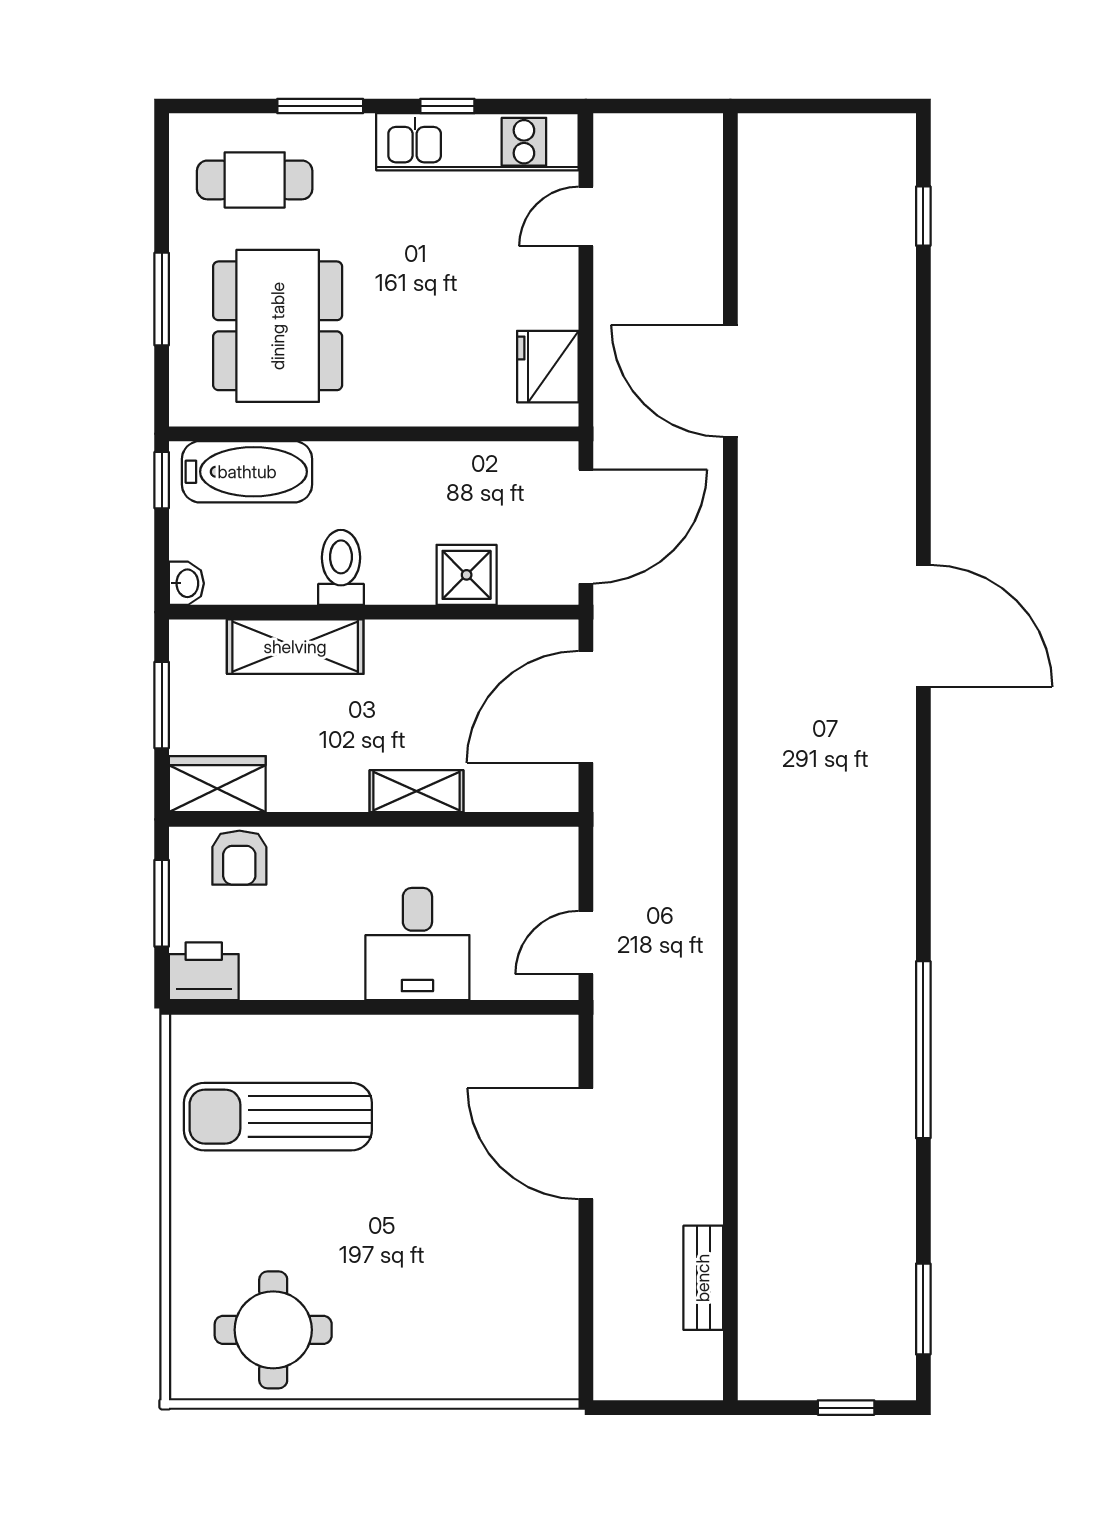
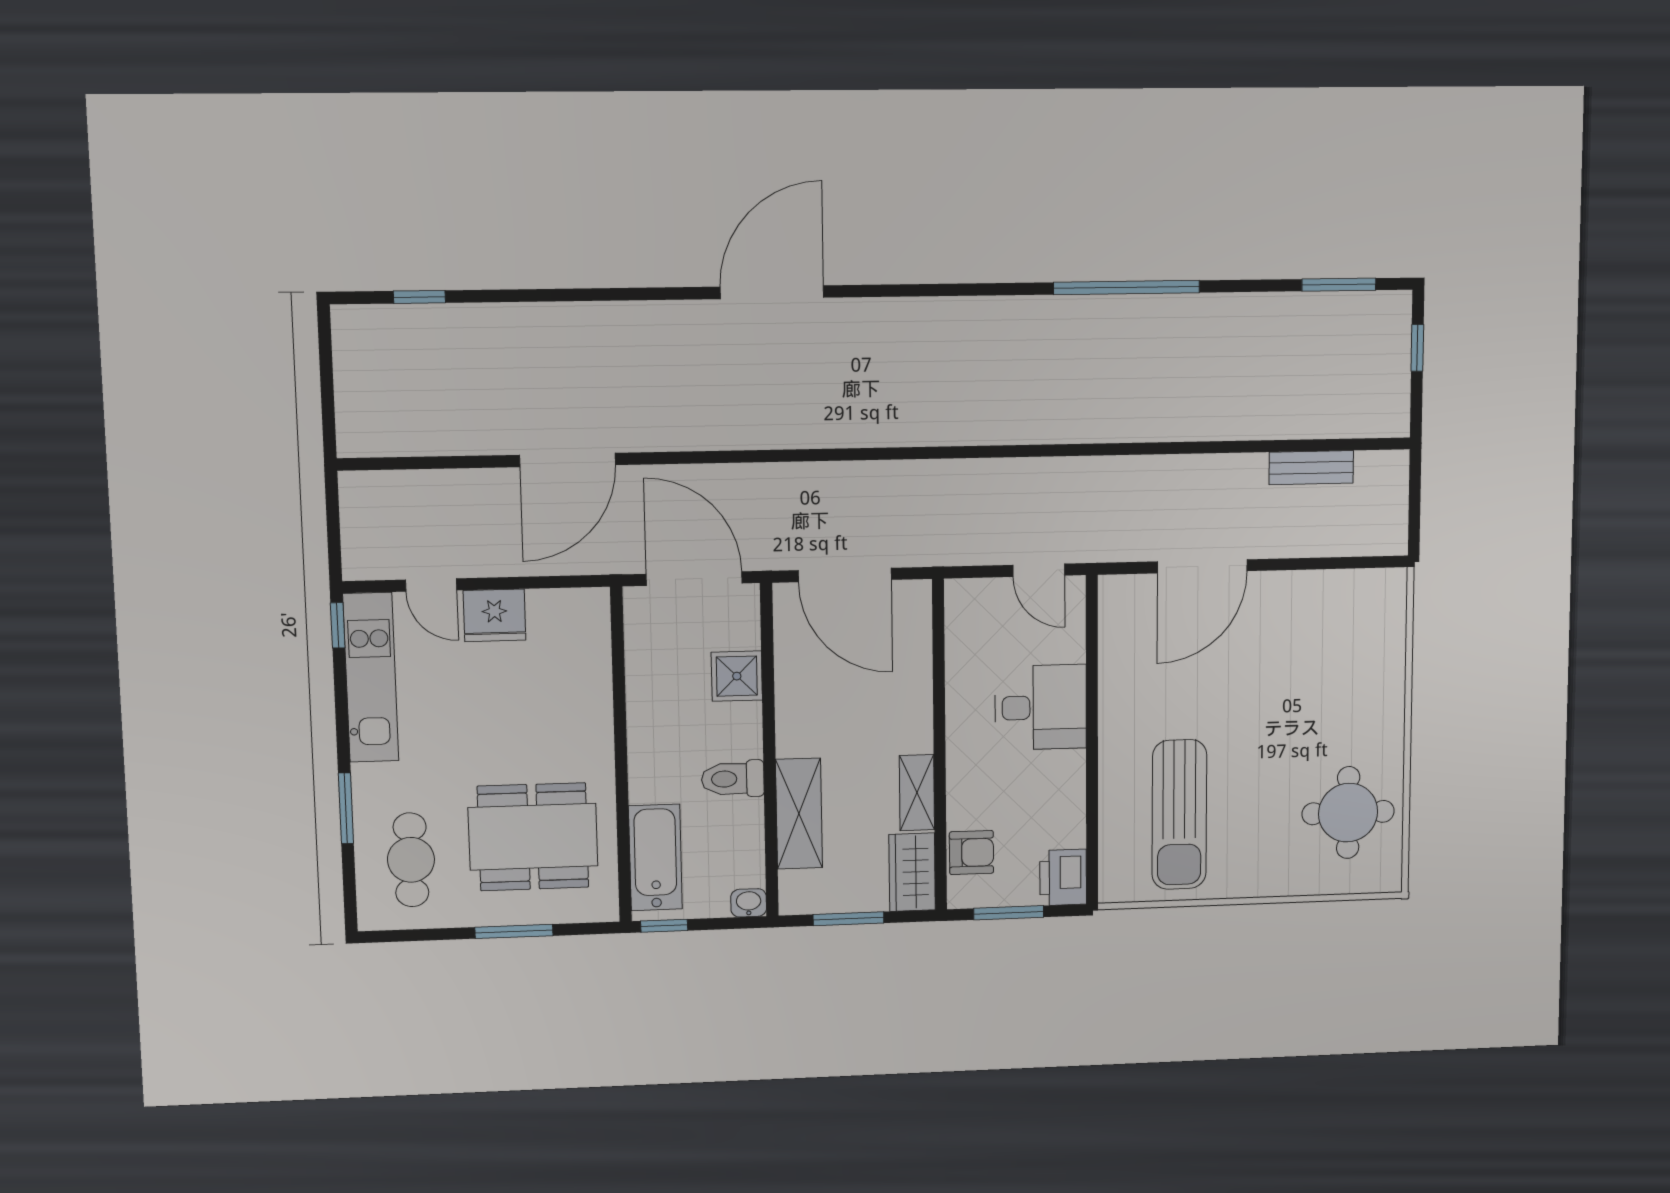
window: (447, 106) -> (338, 625), moved
fridge: (548, 367) -> (494, 615), moved
shelving: (416, 791) -> (917, 793), moved

